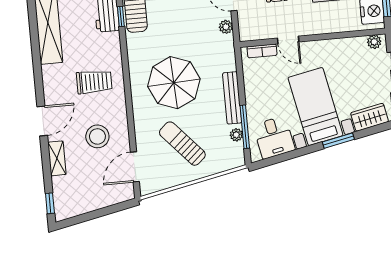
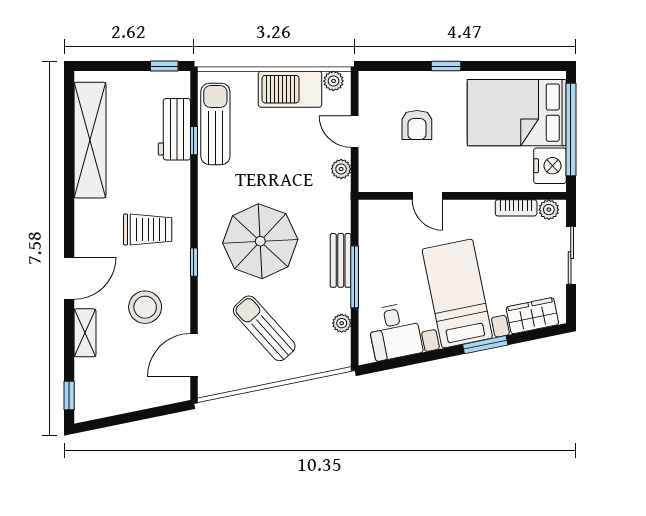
bookcase: (262, 51) -> (516, 208), moved
bench: (232, 98) -> (341, 260), width x0.73
window: (129, 102) -> (194, 262), added
window: (245, 127) -> (355, 277), moved

